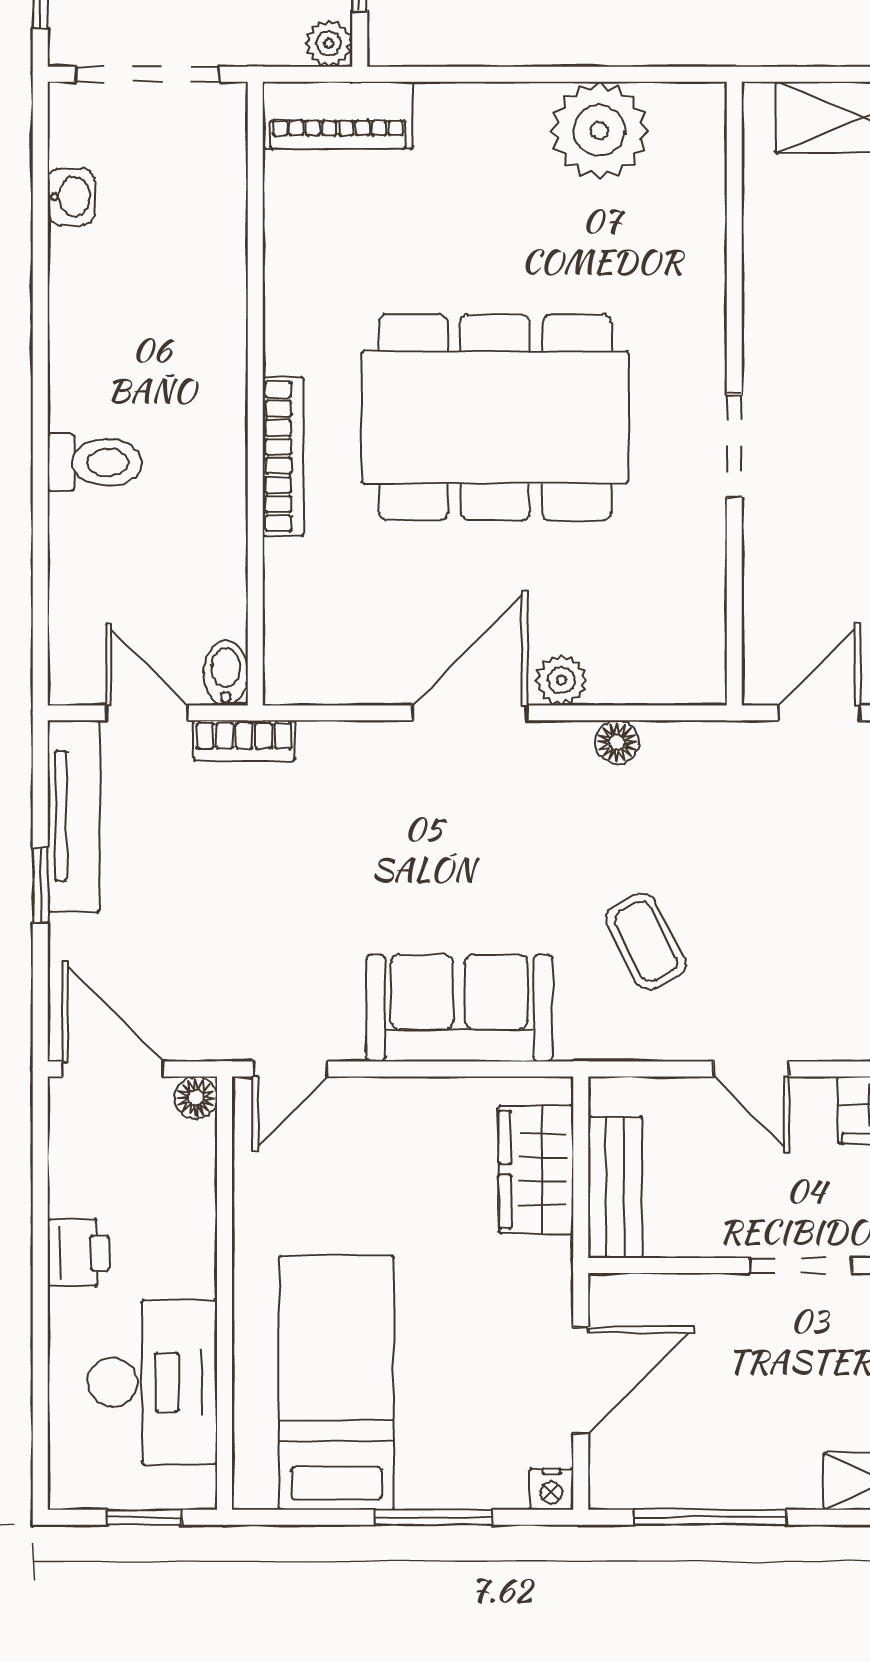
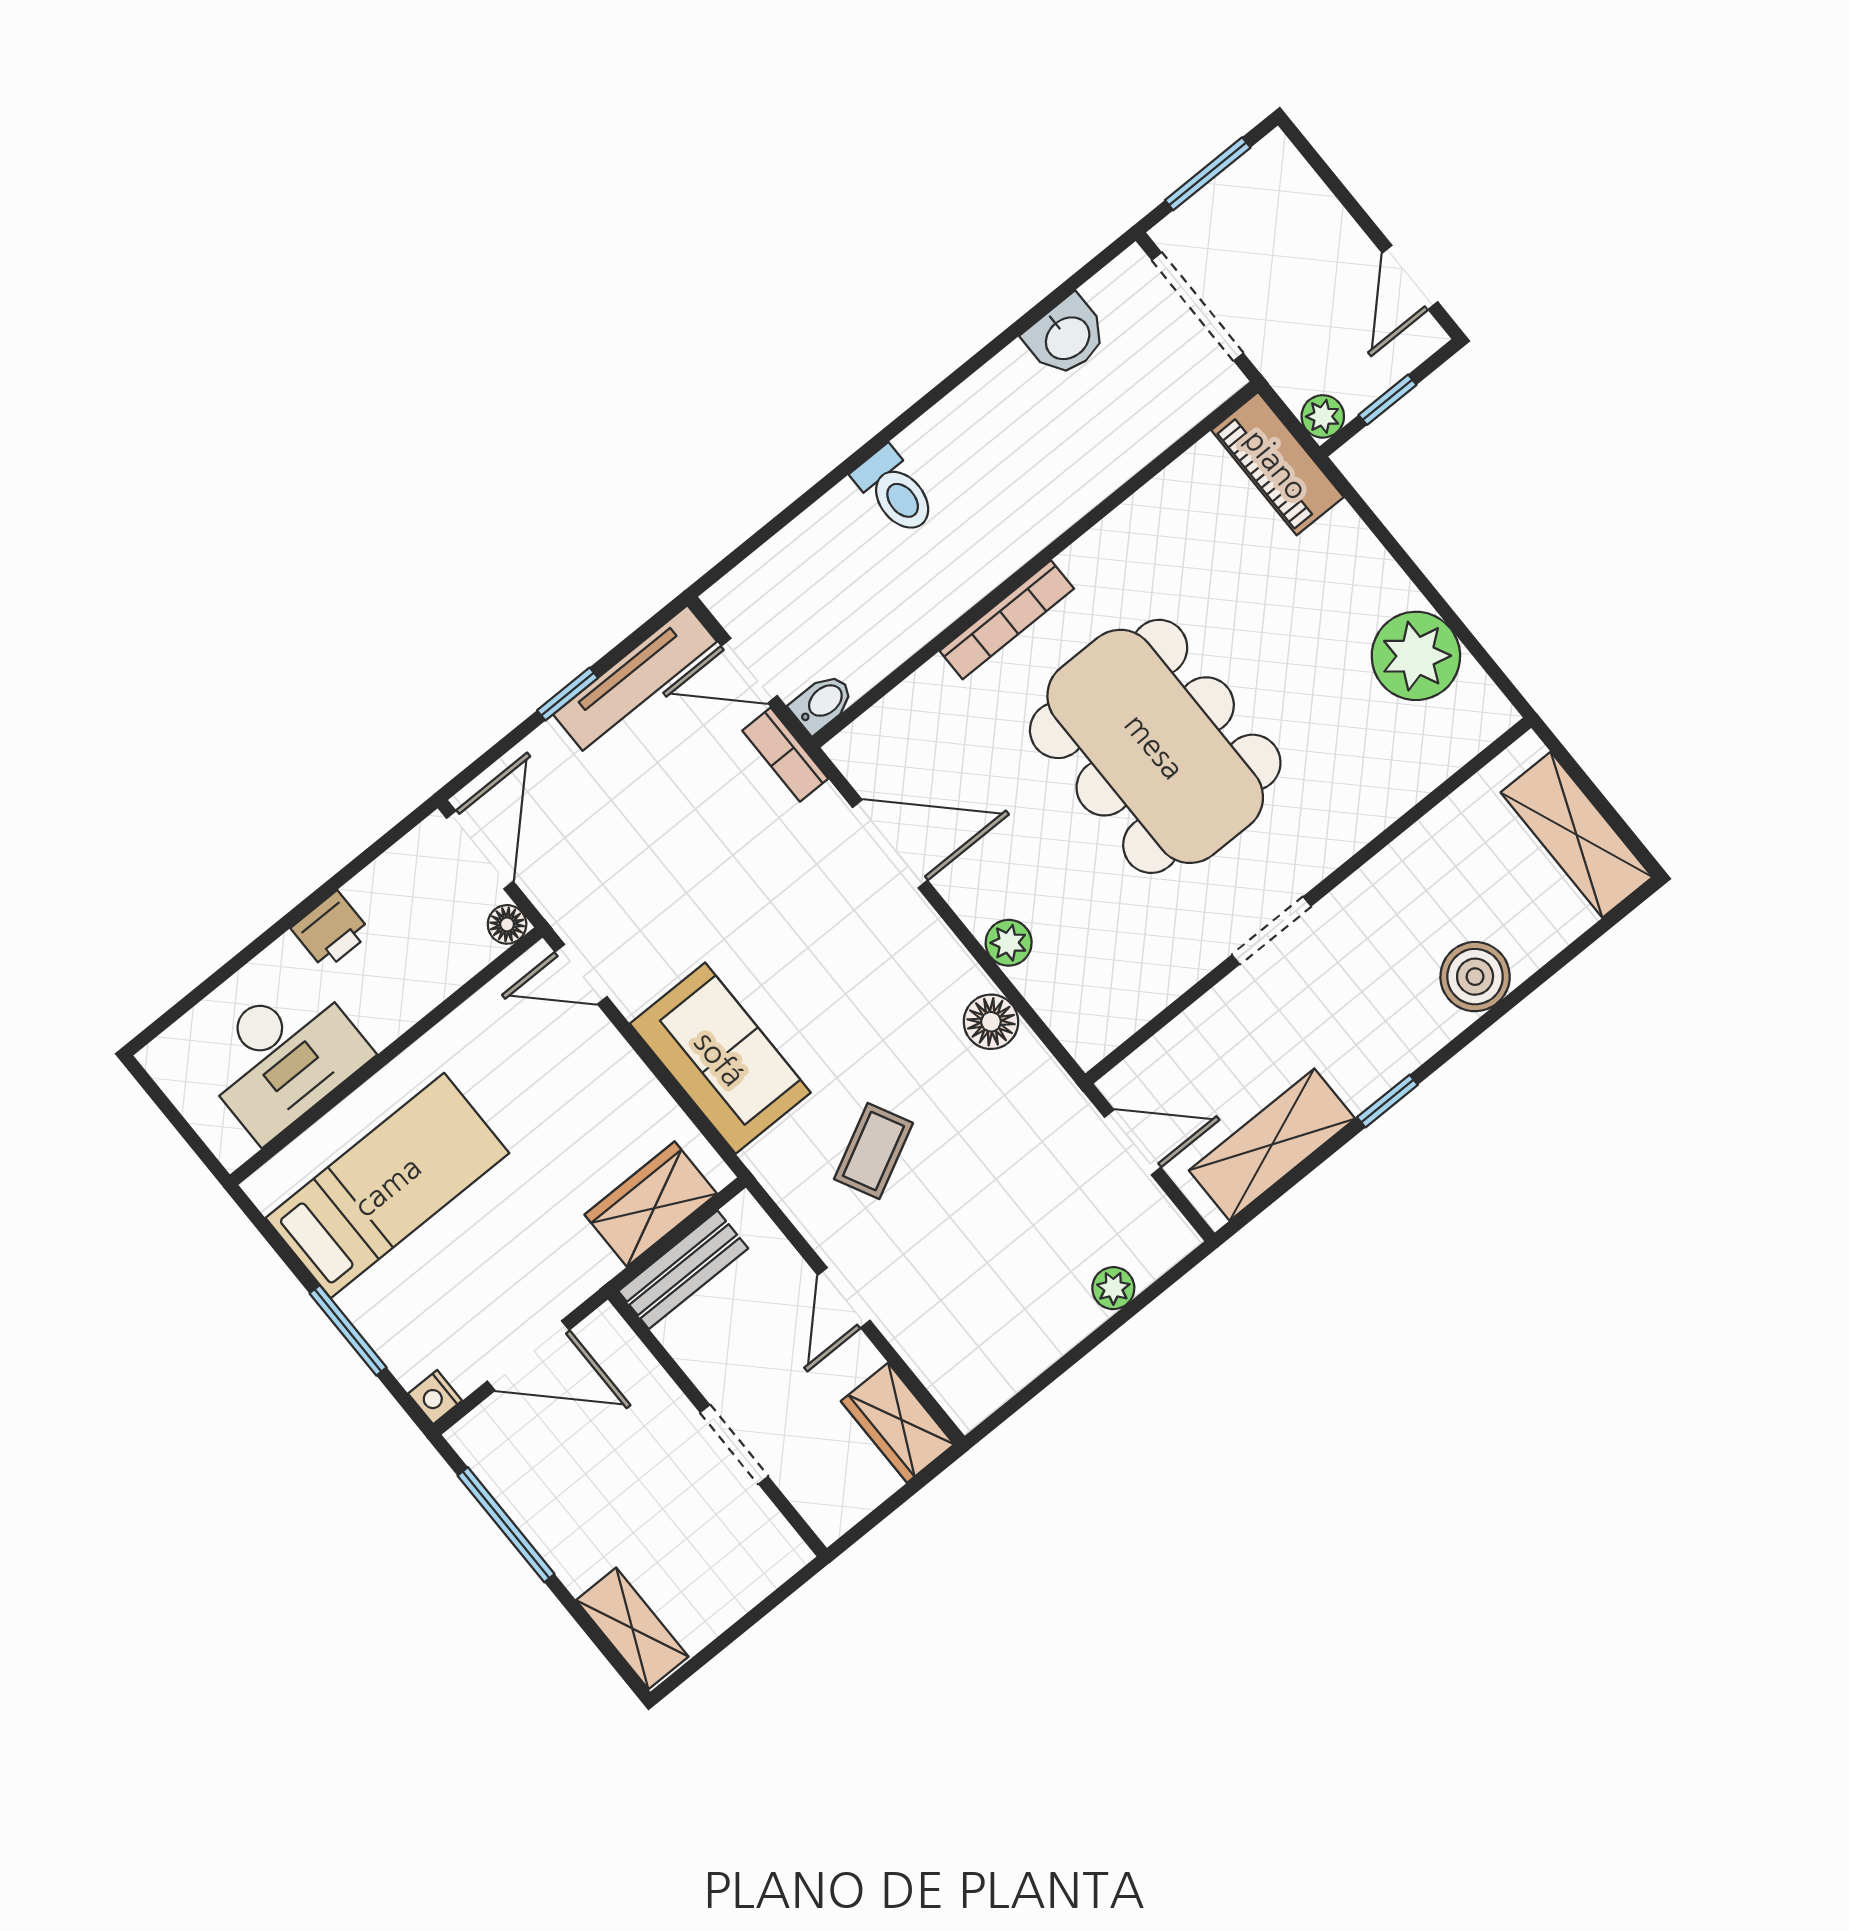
washbasin: (71, 197) -> (1066, 337), width x1.38, depth x1.45
door: (147, 713) -> (749, 671), swing flipped
door: (470, 713) -> (890, 844), moved
floor lamp: (617, 742) -> (991, 1022), width x1.37, depth x1.37
window: (144, 1517) -> (183, 1127), removed

